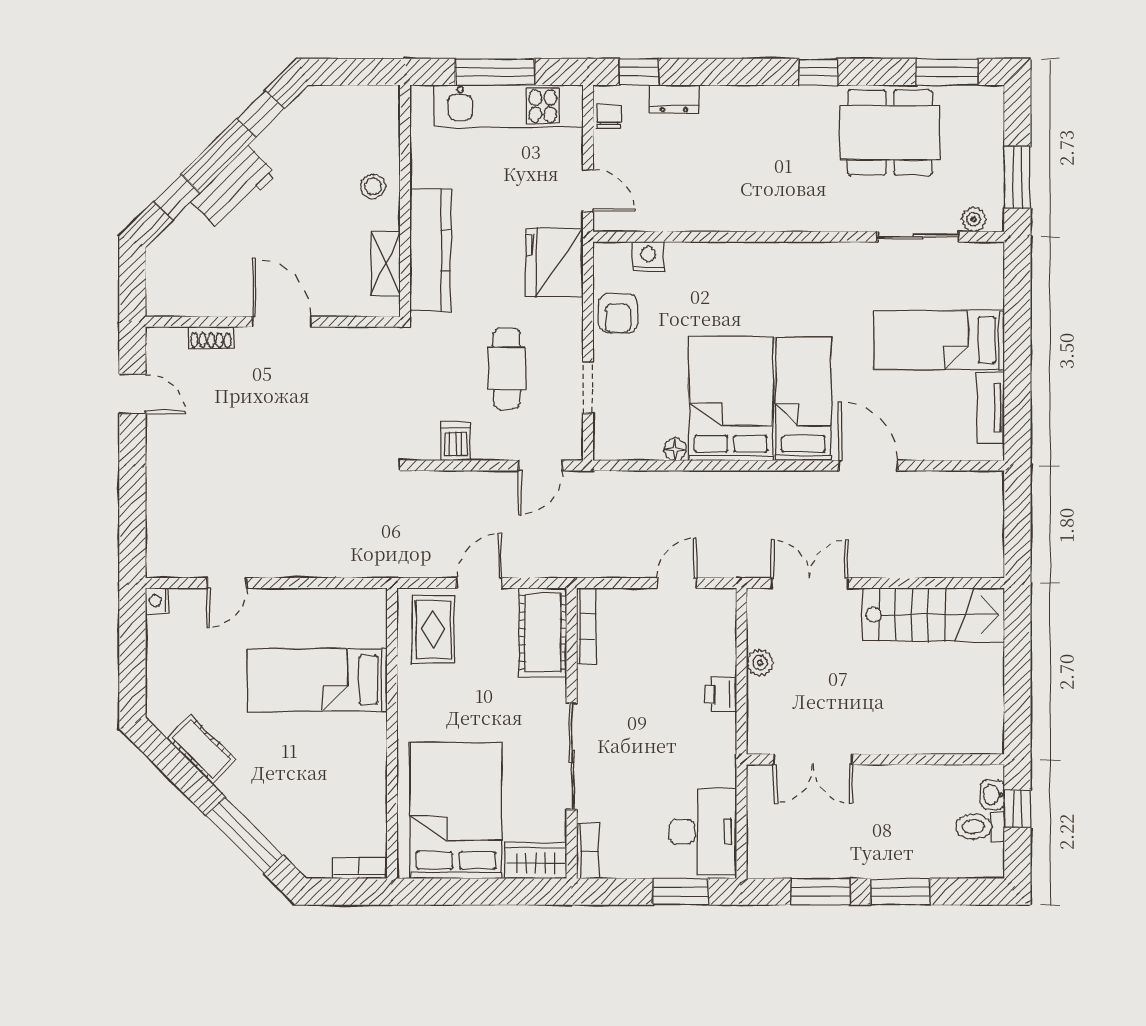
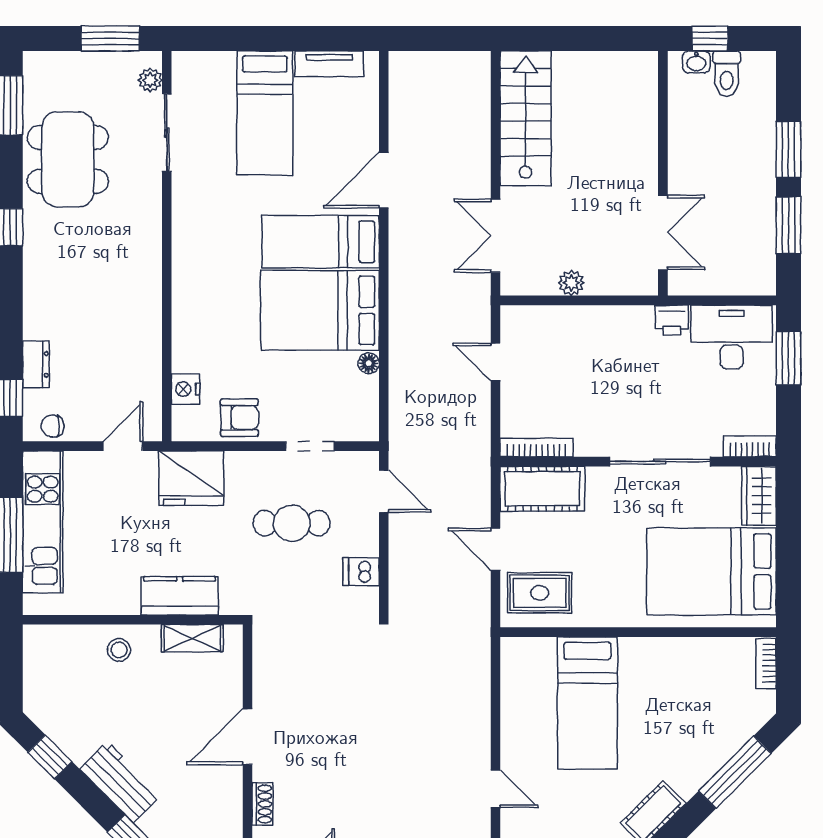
kitchen counter: (430, 250) -> (180, 596), width x0.67
printer: (721, 695) -> (672, 320), moved

